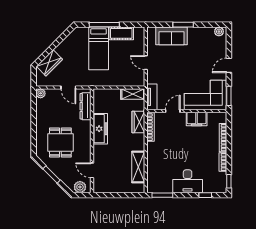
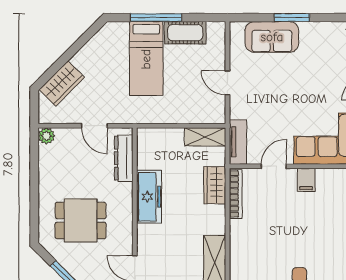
filing cabinet: (197, 119) -> (306, 180), width x0.50
dining table: (60, 142) -> (81, 220), turned 90

